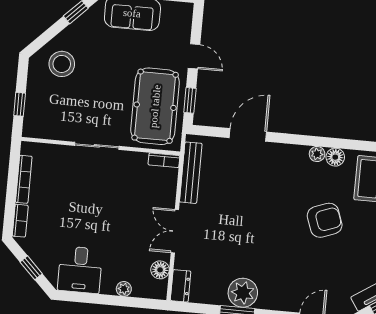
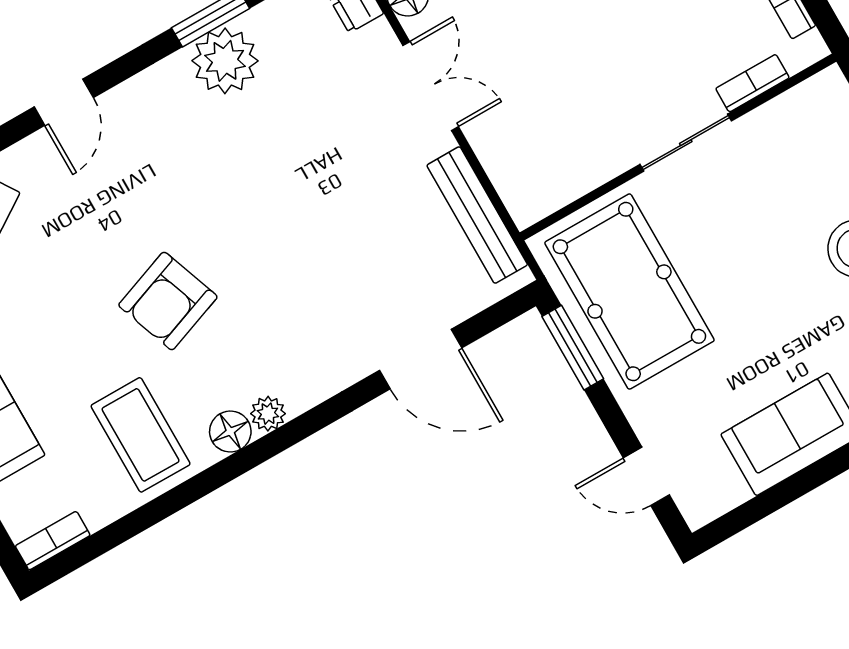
door: (194, 56) -> (646, 476), moved
window: (190, 100) -> (573, 348), width x1.50
door: (248, 135) -> (421, 359), hinge flipped
bookcase: (164, 160) -> (752, 83), moved

